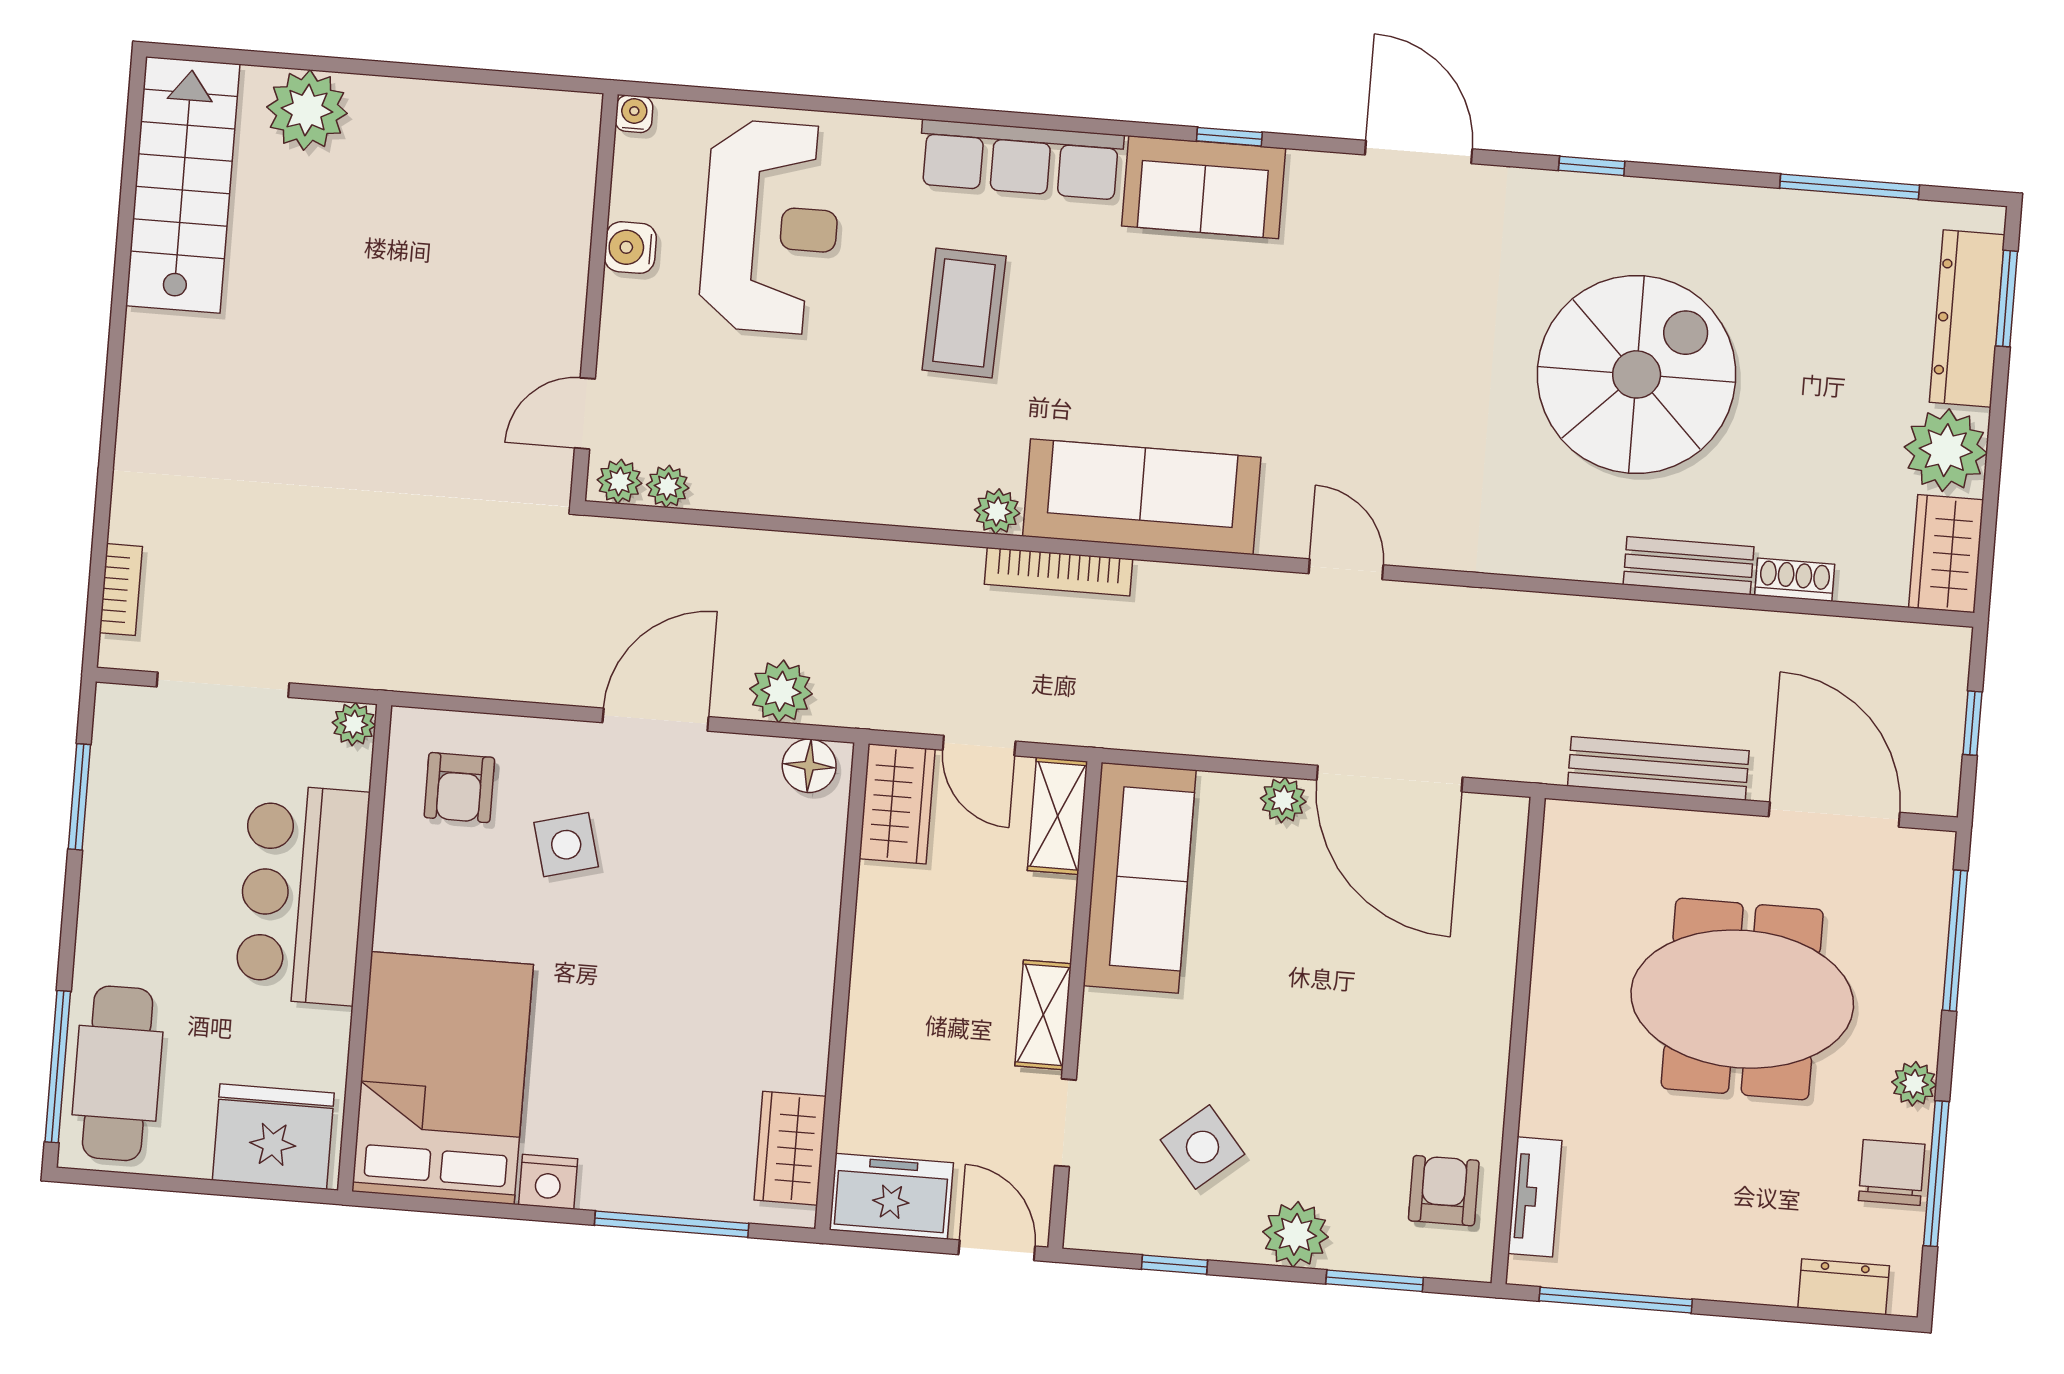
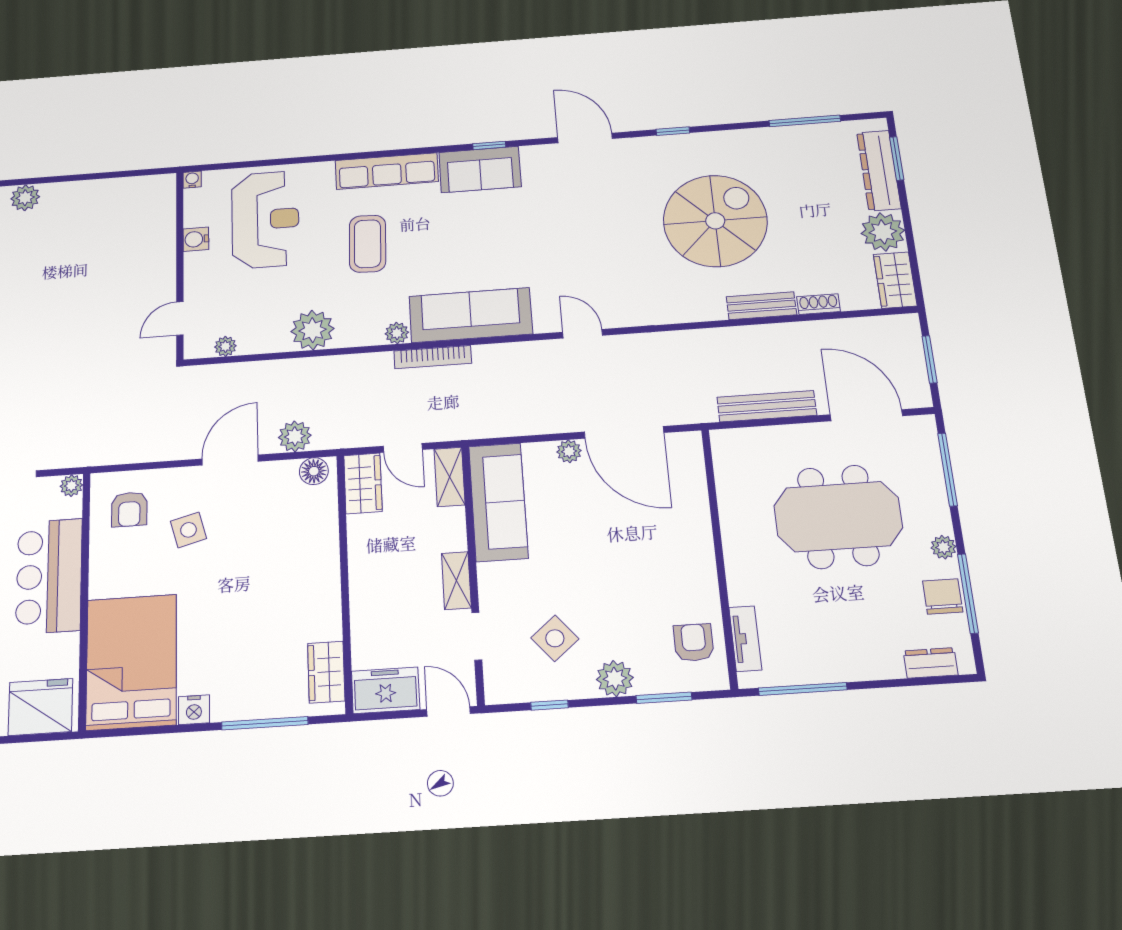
plant: (307, 110) -> (25, 198), width x0.73, depth x0.73
plant: (620, 481) -> (312, 330), moved, width x1.88, depth x1.88
window: (1972, 723) -> (930, 359), width x1.50

